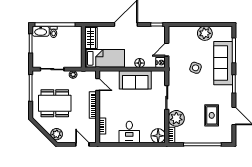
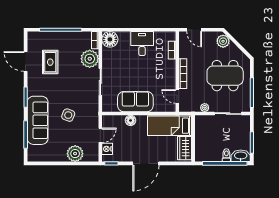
plant: (205, 33) -> (75, 154), moved
nightstand: (161, 63) -> (107, 149), moved

